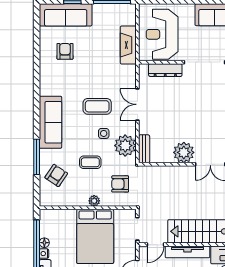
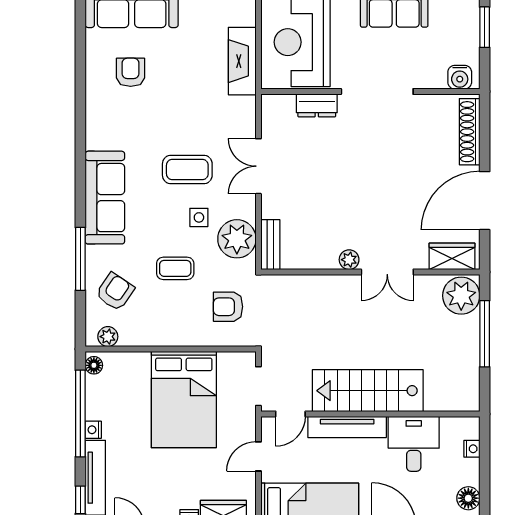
dresser: (165, 70) -> (317, 105), width x0.70
plant: (184, 152) -> (349, 260), width x0.53, depth x0.53
plant: (94, 201) -> (108, 337), moved
floor lamp: (44, 243) -> (94, 365), moved

